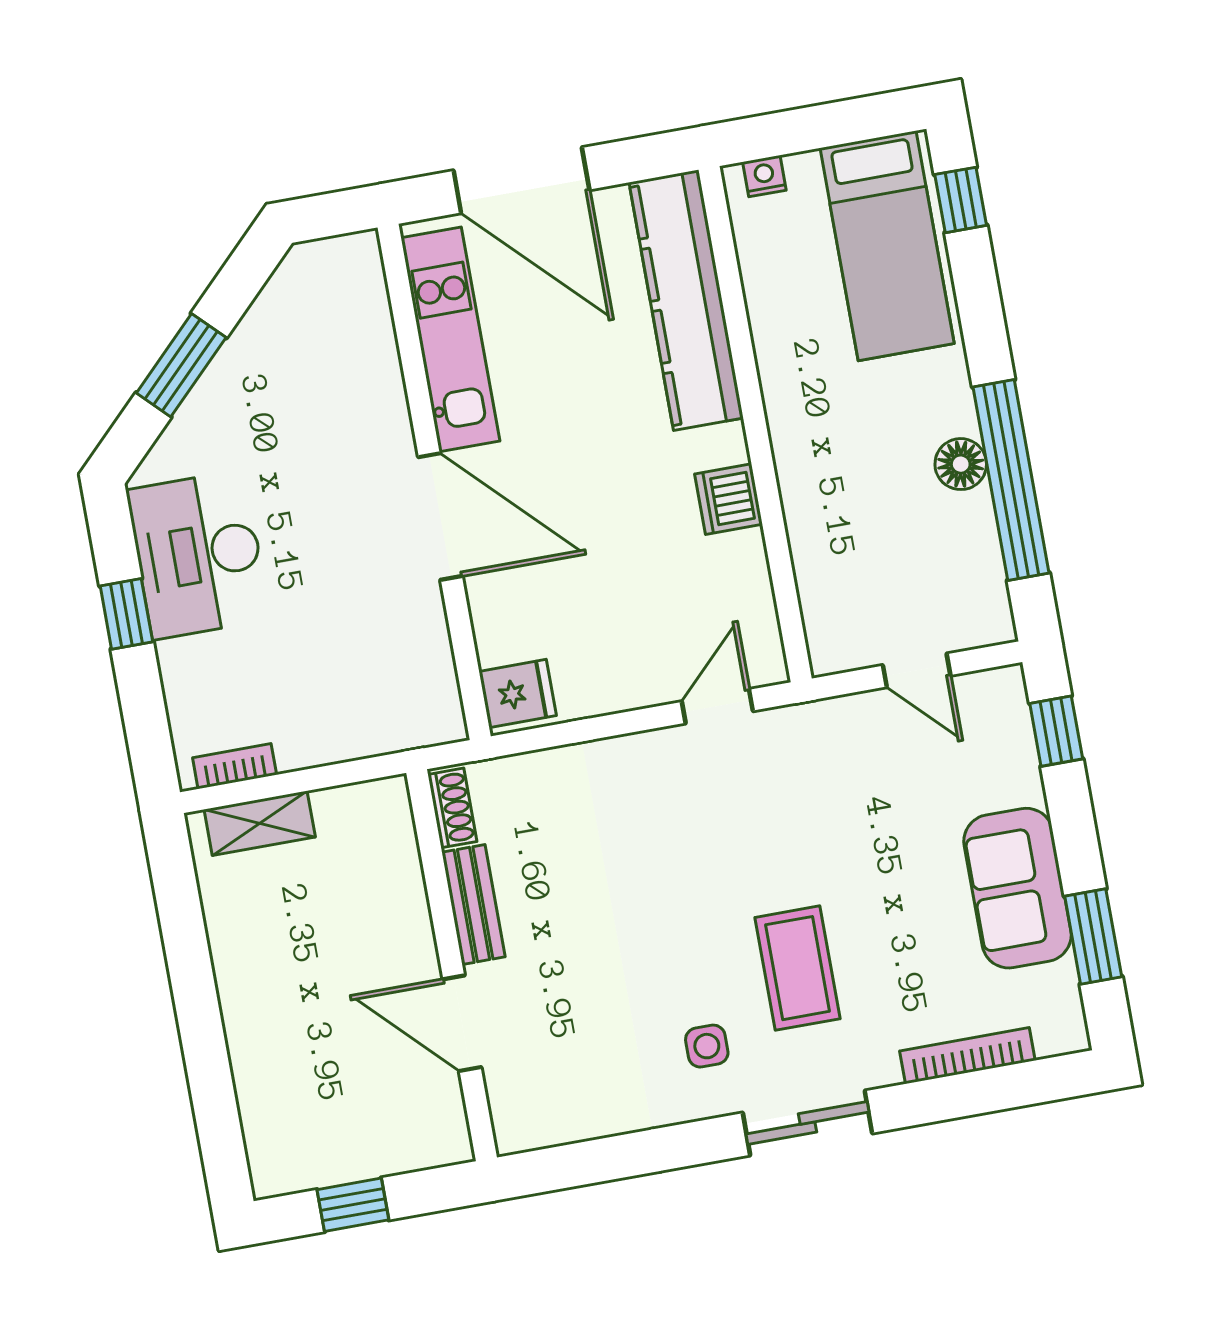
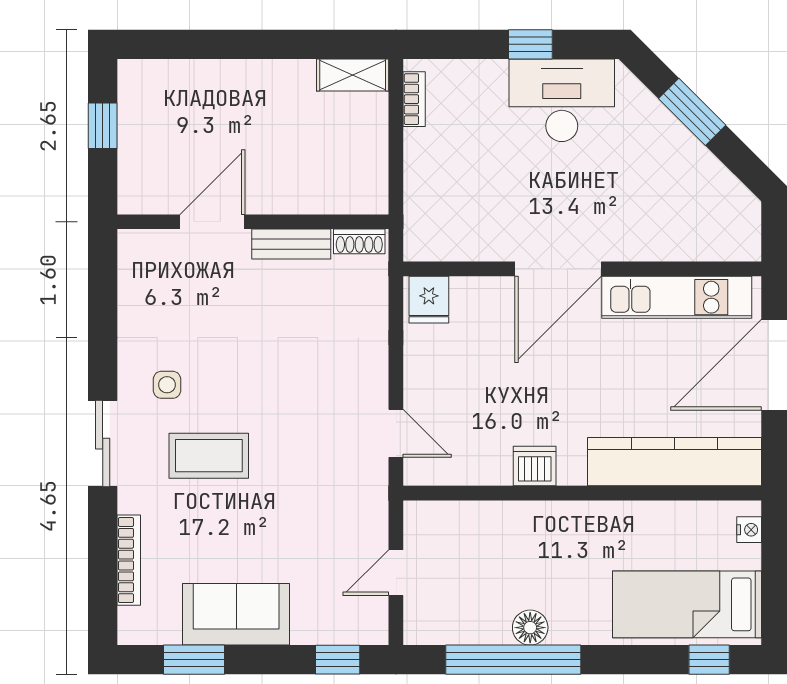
shelving: (260, 823) -> (353, 75), moved, turned 90

